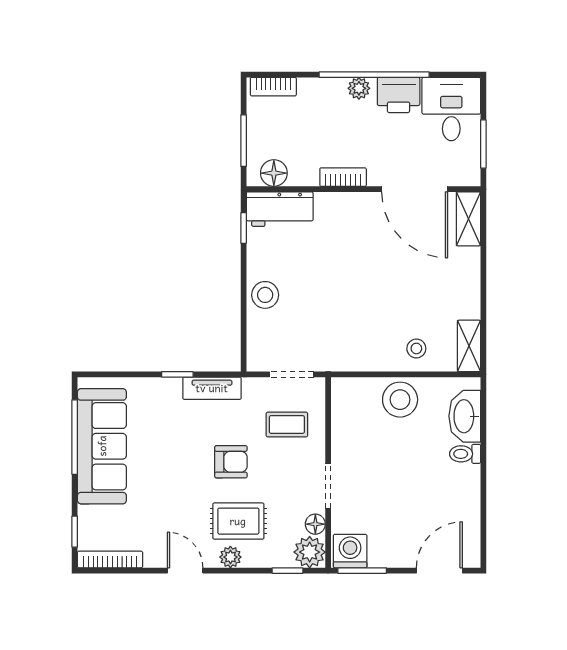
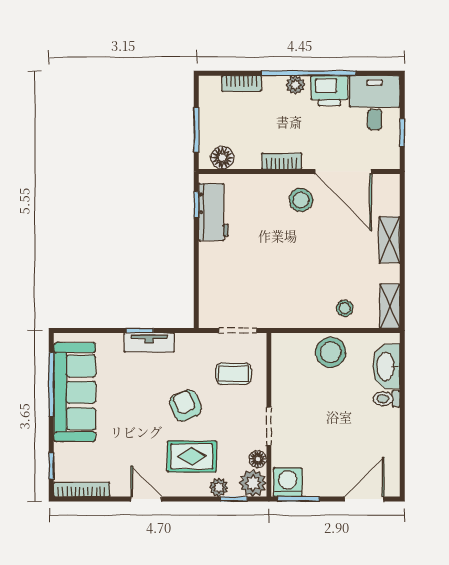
bookcase: (273, 87) -> (241, 83), moved
window: (483, 144) -> (402, 133), width x0.67
workbench: (280, 209) -> (213, 212), moved, turned -90
shelving: (468, 219) -> (389, 240), moved
stool: (265, 295) -> (301, 200), moved
tv unit: (212, 388) -> (149, 342), moved
armchair: (231, 462) -> (185, 406), turned -113
plant: (230, 557) -> (219, 487), moved

